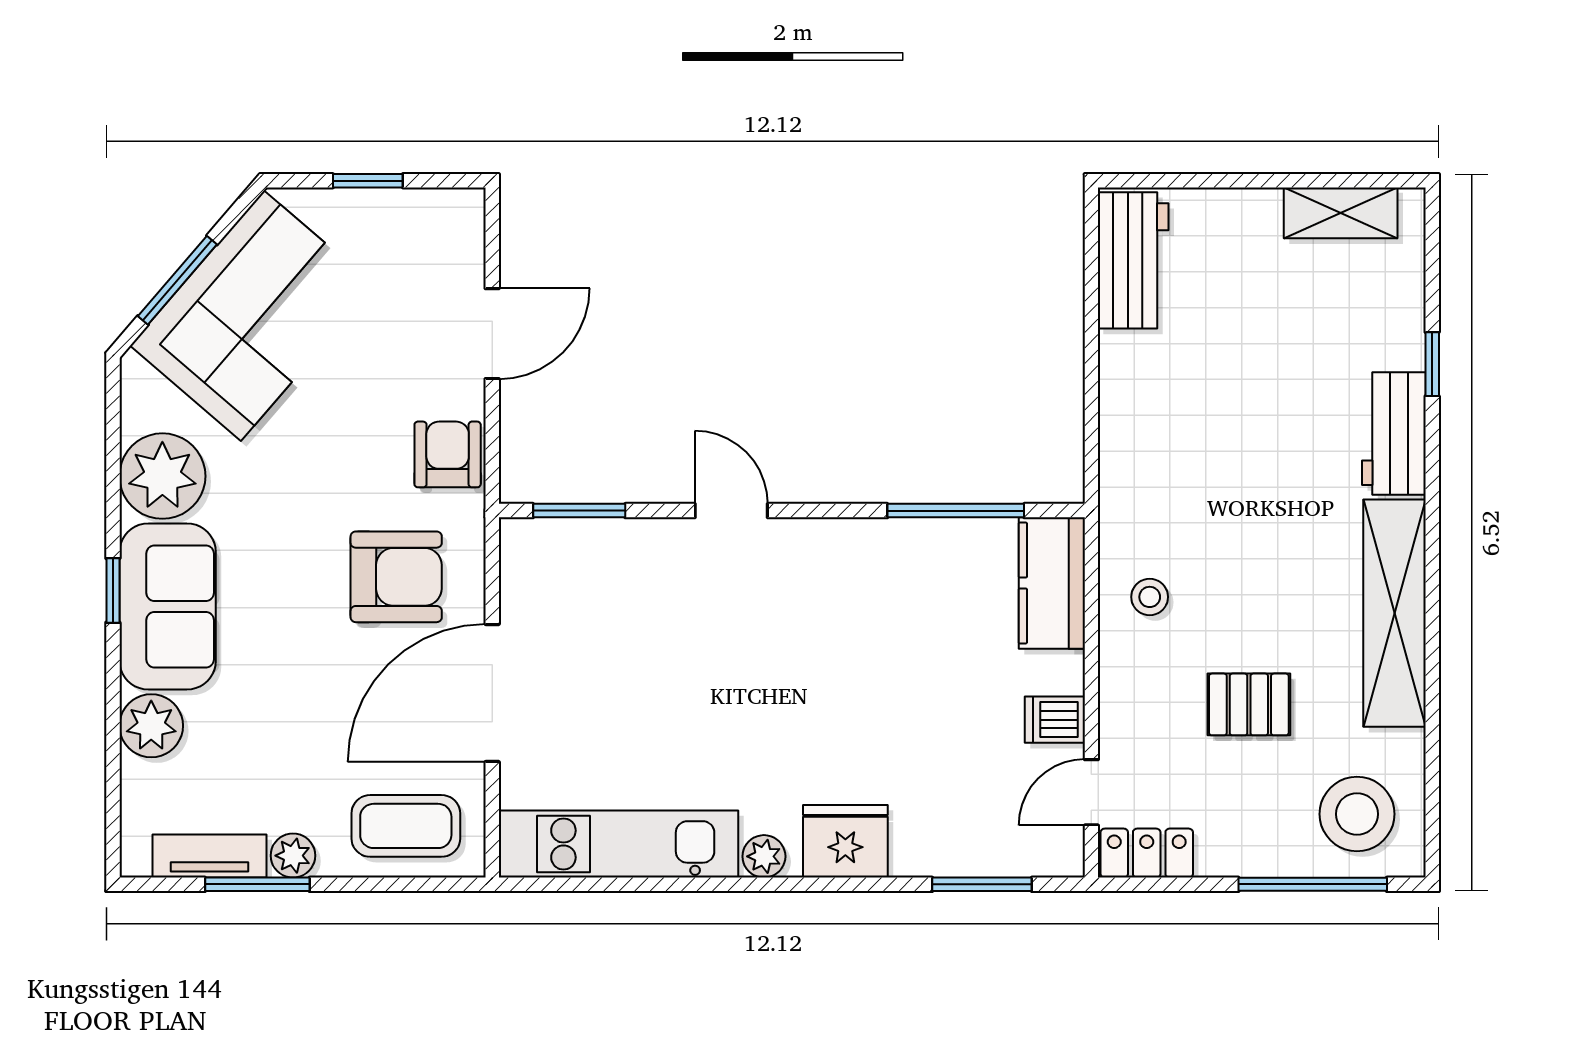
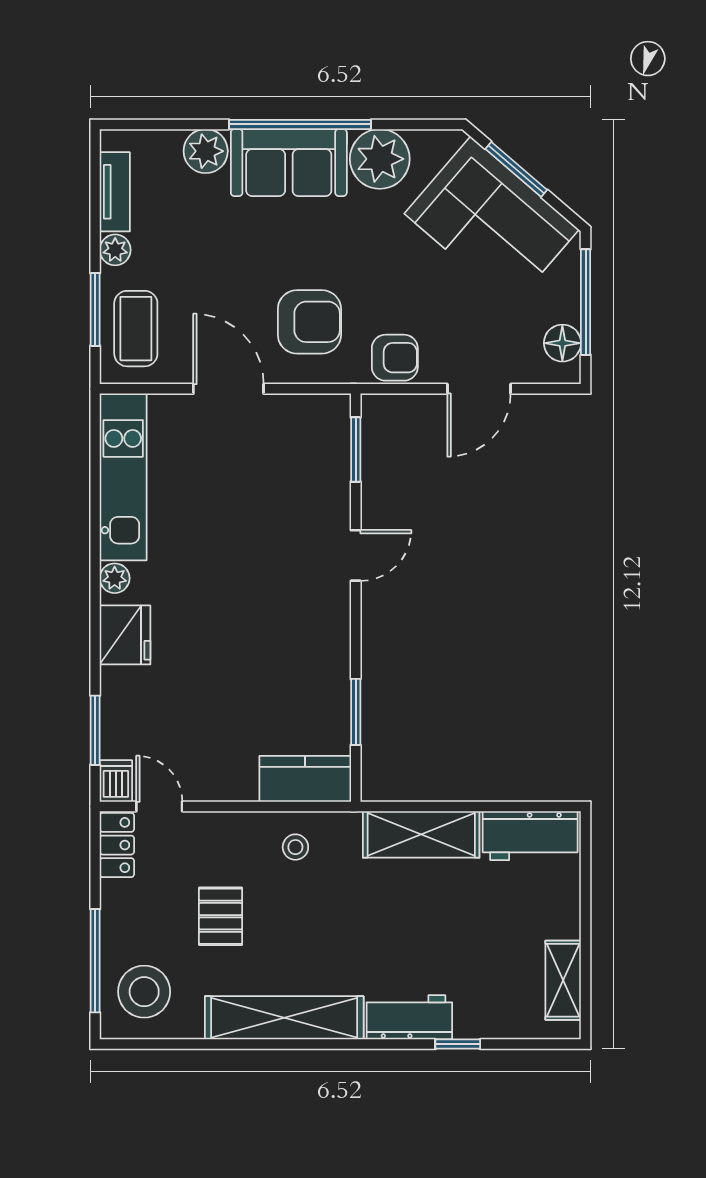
window: (368, 181) -> (586, 302), width x2.17
floor lamp: (427, 214) -> (562, 343), added
door: (492, 334) -> (479, 389), hinge flipped
shelving: (1131, 417) -> (421, 834), added
window: (956, 511) -> (356, 712), width x0.69
armchair: (396, 577) -> (309, 322), turned -90
window: (113, 590) -> (300, 124), width x3.17
door: (492, 693) -> (228, 389), width x0.73
dishwasher: (1055, 720) -> (116, 781), moved
window: (257, 884) -> (95, 309), moved

